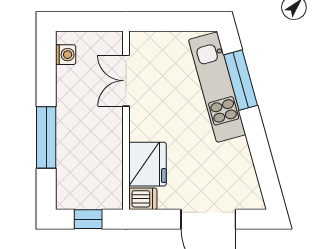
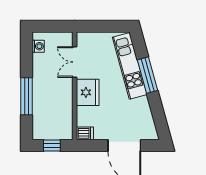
window: (241, 80) -> (148, 75), moved
fridge: (148, 164) -> (88, 92), moved

